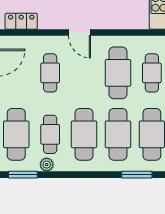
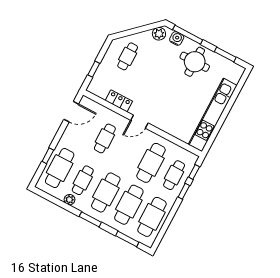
locker: (21, 21) -> (119, 101), moved
door: (79, 33) -> (139, 122), hinge flipped
window: (23, 175) -> (90, 219), moved

